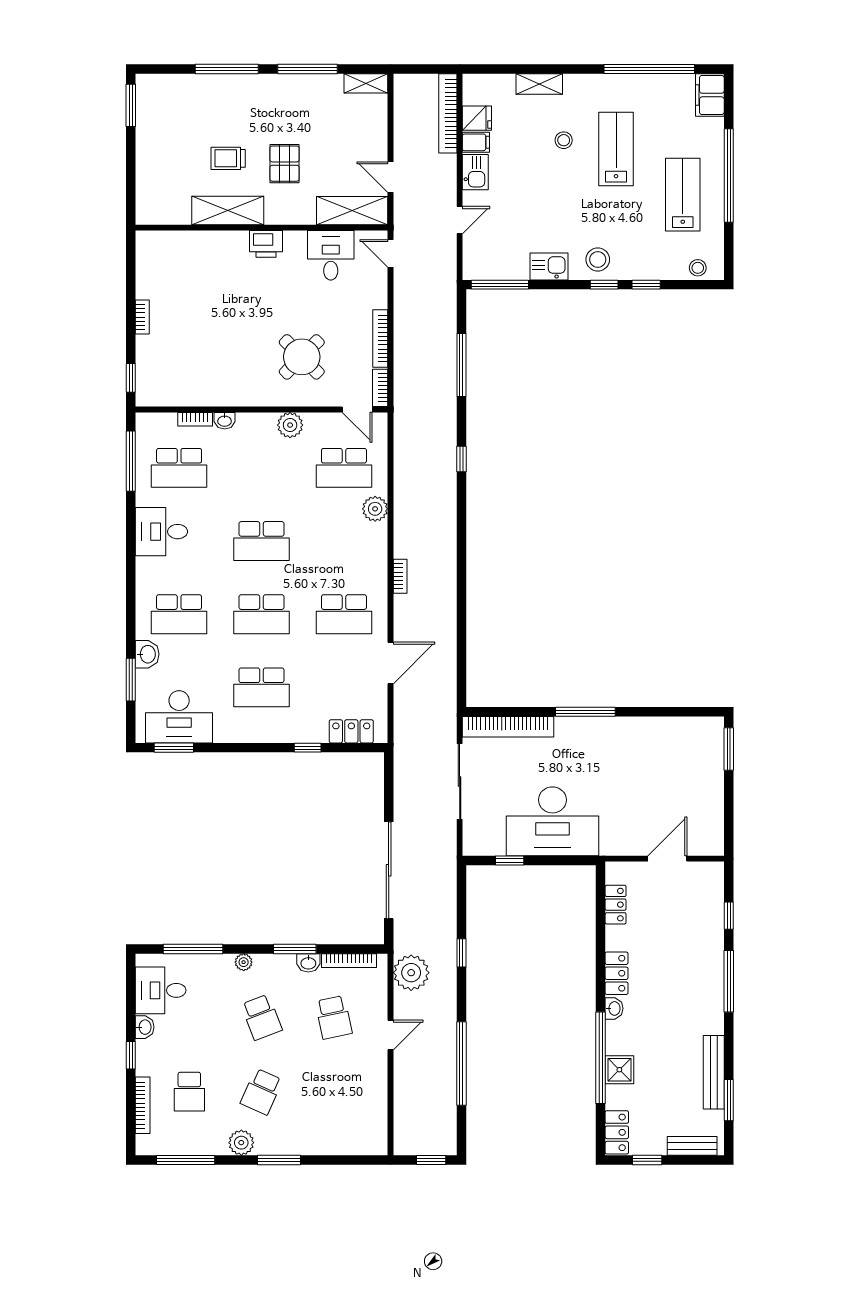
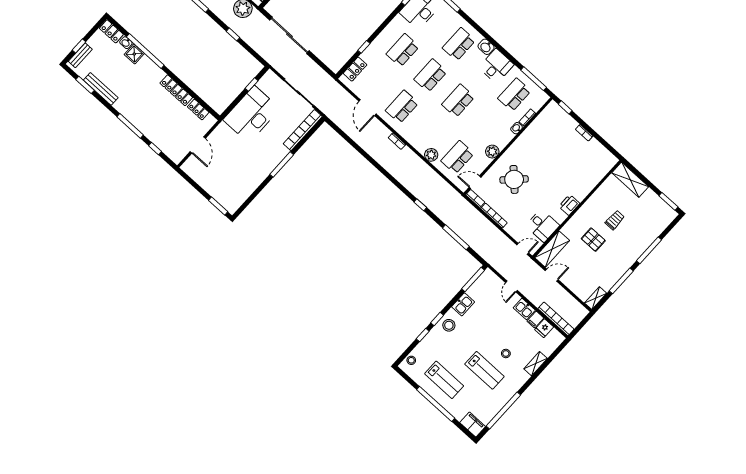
shelving: (228, 210) -> (630, 180), moved, turned 90
washbasin: (147, 654) -> (486, 47), moved
locker: (617, 973) -> (176, 90), width x1.53
washbasin: (614, 1008) -> (126, 43), moved
window: (647, 1160) -> (79, 46), moved

